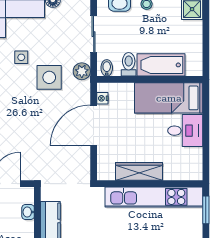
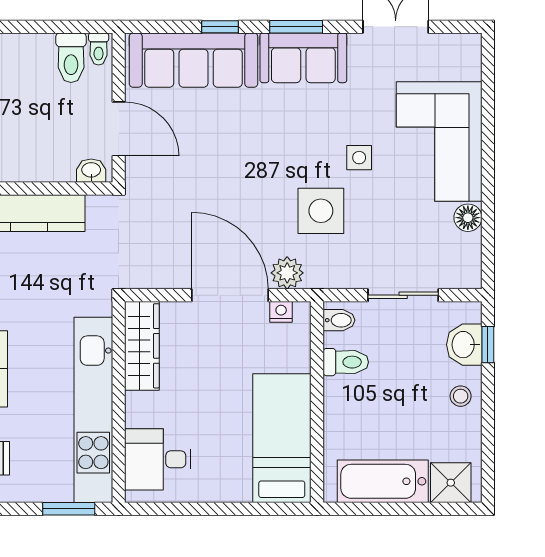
bathtub: (161, 65) -> (383, 481), moved, turned -90
plant: (82, 71) -> (287, 273), moved
desk: (185, 131) -> (158, 459), moved, turned 90
wardrobe: (139, 171) -> (142, 346), moved
washbasin: (28, 212) -> (91, 171), moved

